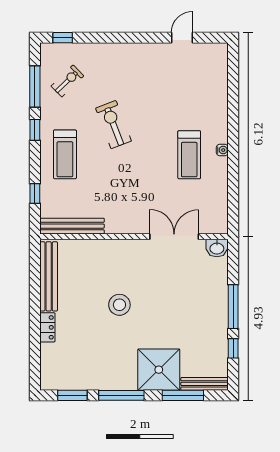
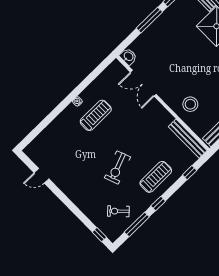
stool: (119, 305) -> (190, 104), moved

